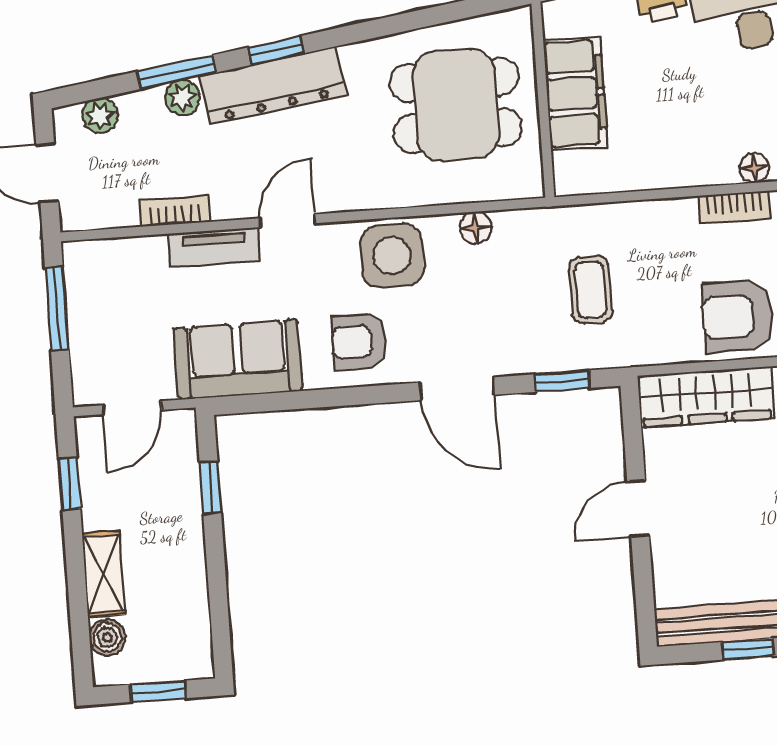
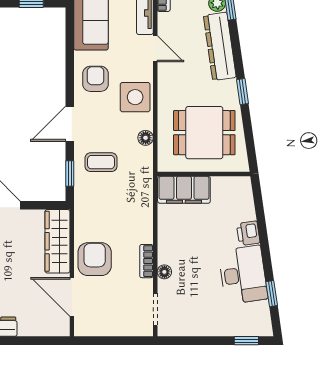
window: (276, 50) -> (242, 92), moved
filing cabinet: (575, 93) -> (184, 190), moved
dining table: (456, 105) -> (204, 133), turned 90
coffee table: (591, 290) -> (101, 162), moved

